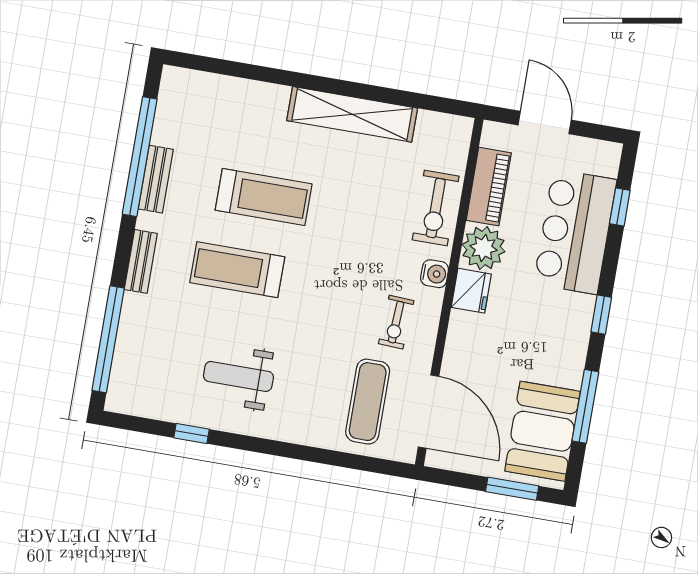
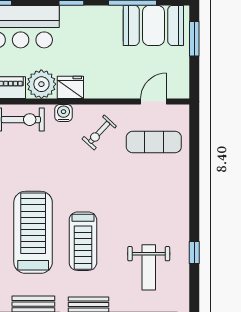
treadmill: (264, 197) -> (33, 232), width x1.37, depth x1.38
exercise bike: (396, 322) -> (99, 132), turned 130
weight bench: (238, 376) -> (149, 267), moved
door: (429, 412) -> (154, 101), width x0.53

